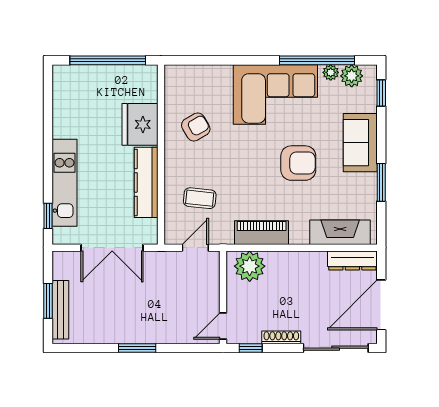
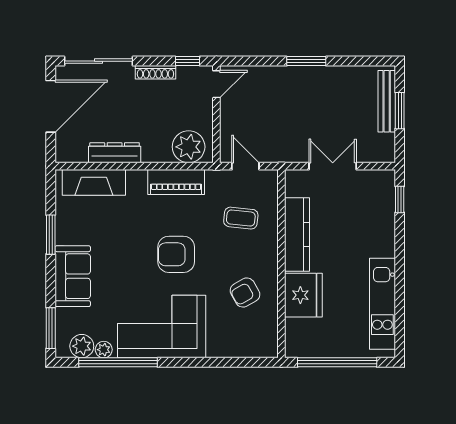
window: (381, 93) -> (51, 328), width x1.50
armchair: (298, 163) -> (176, 254), moved
kitchen unit: (64, 183) -> (382, 304), moved
double door: (112, 248) -> (333, 166), width x0.73
door: (195, 248) -> (245, 166), swing flipped
dresser: (352, 261) -> (115, 153), moved

